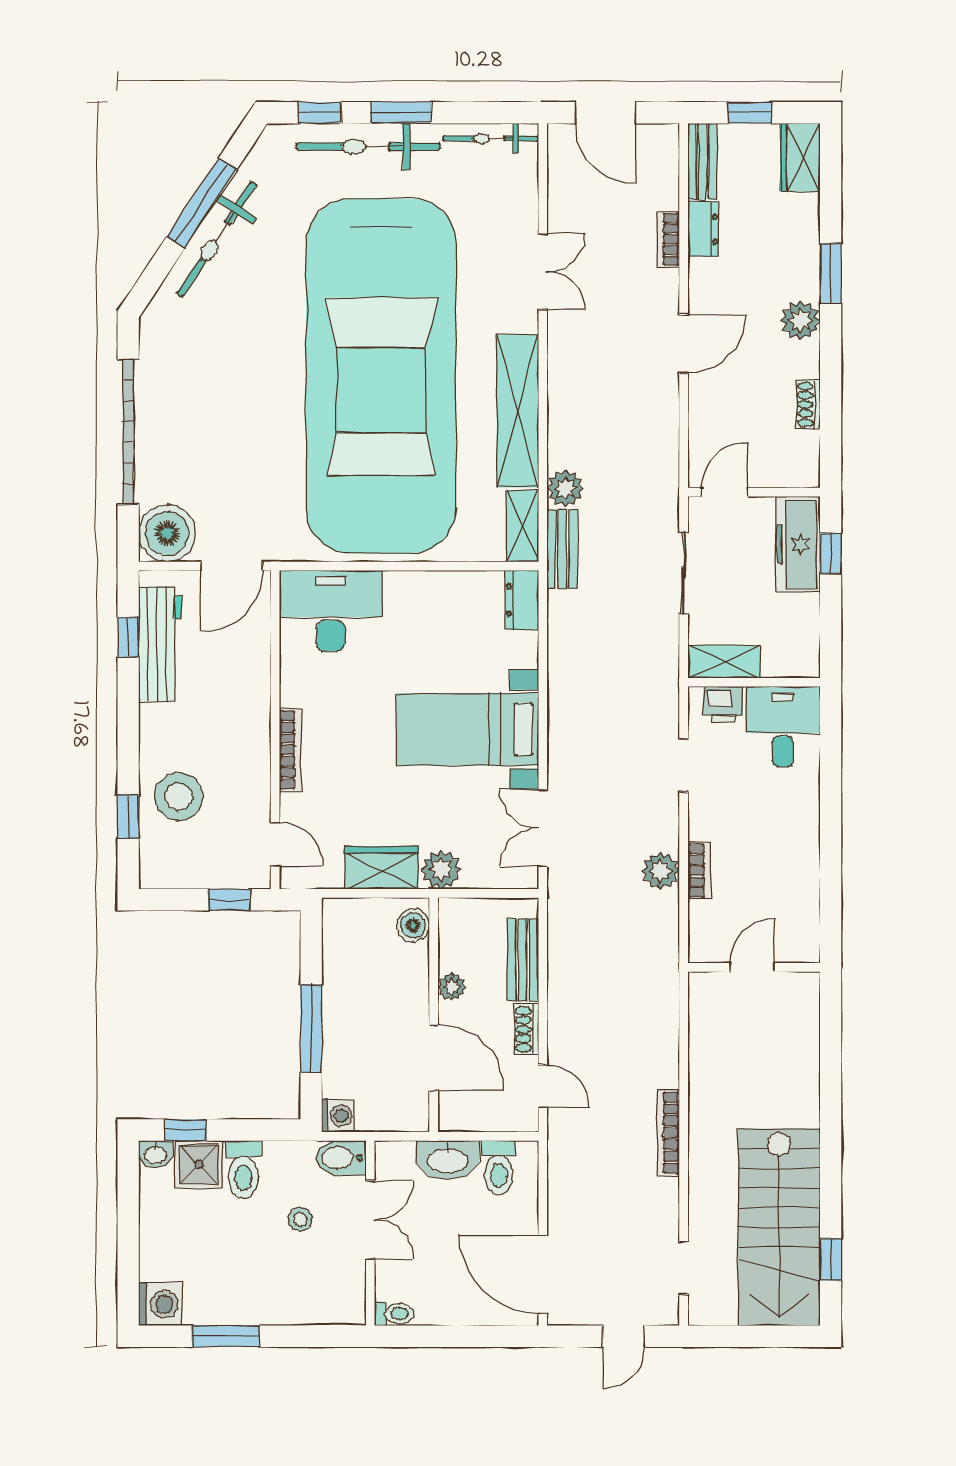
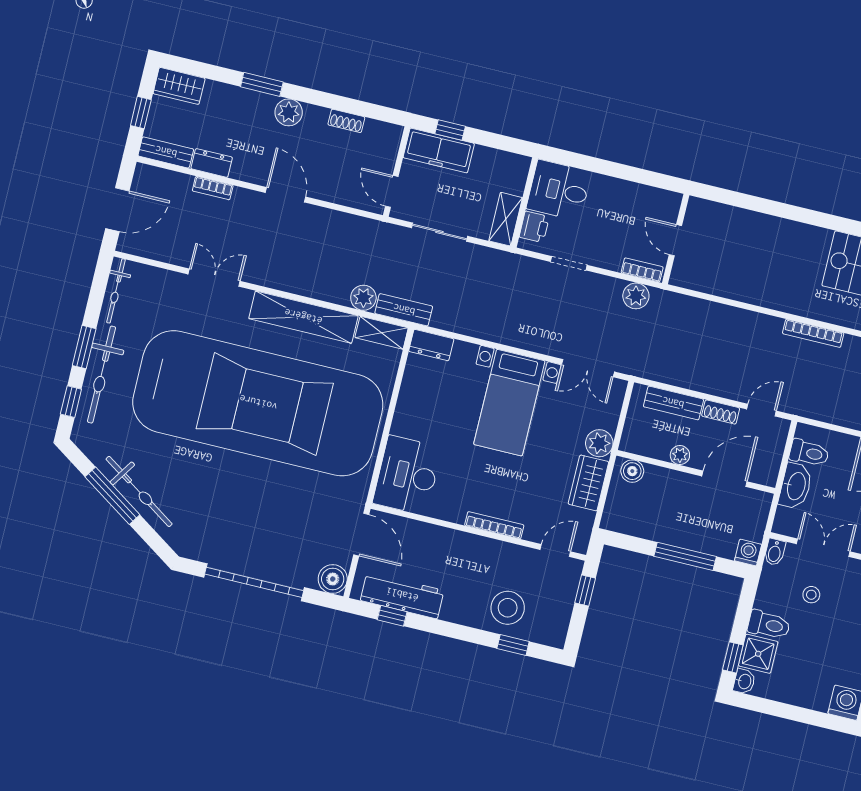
boiler: (167, 533) -> (333, 579), width x0.73, depth x0.73
door: (752, 967) -> (675, 240), moved
wall: (754, 967) -> (676, 239), moved
bidet: (341, 1158) -> (775, 552), width x0.72, depth x0.74

